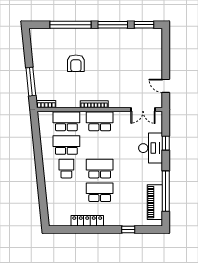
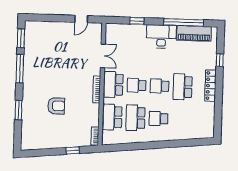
window: (70, 25) -> (18, 110), width x0.47
window: (31, 82) -> (73, 150), width x0.46
double door: (143, 109) -> (103, 56), moved
school desk: (100, 145) -> (137, 85), added
desk: (151, 148) -> (161, 36), moved
school desk: (100, 169) -> (160, 86), width x0.54
locker: (87, 221) -> (211, 86), moved

